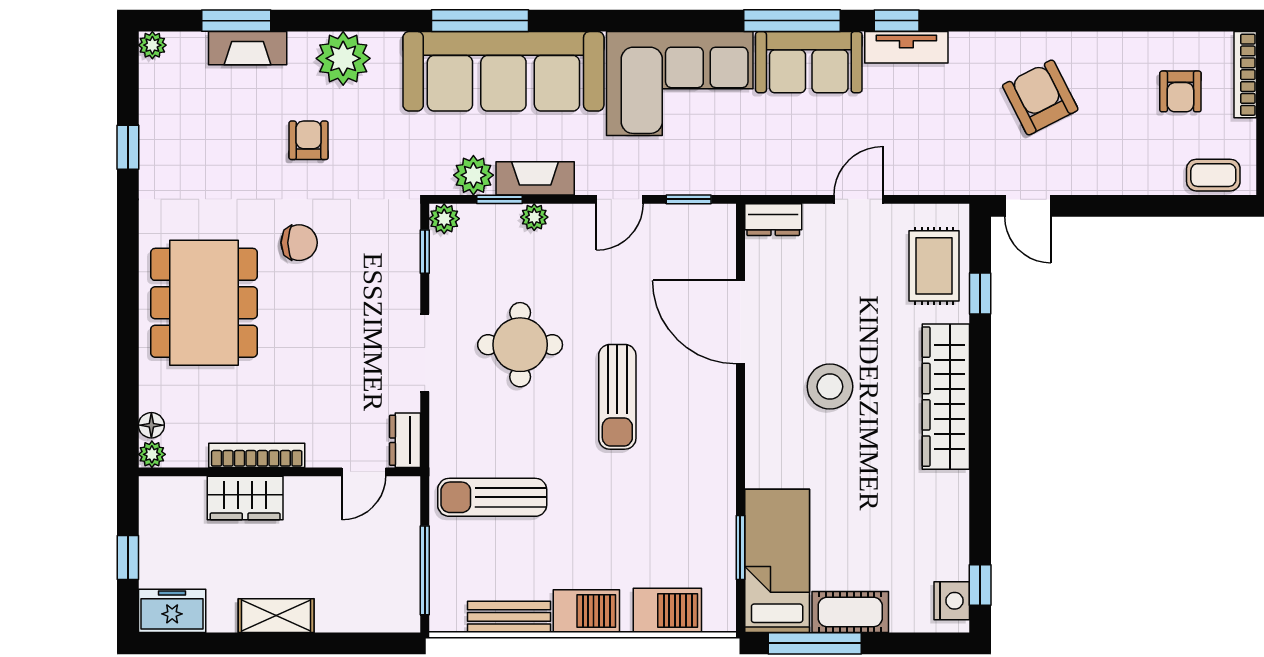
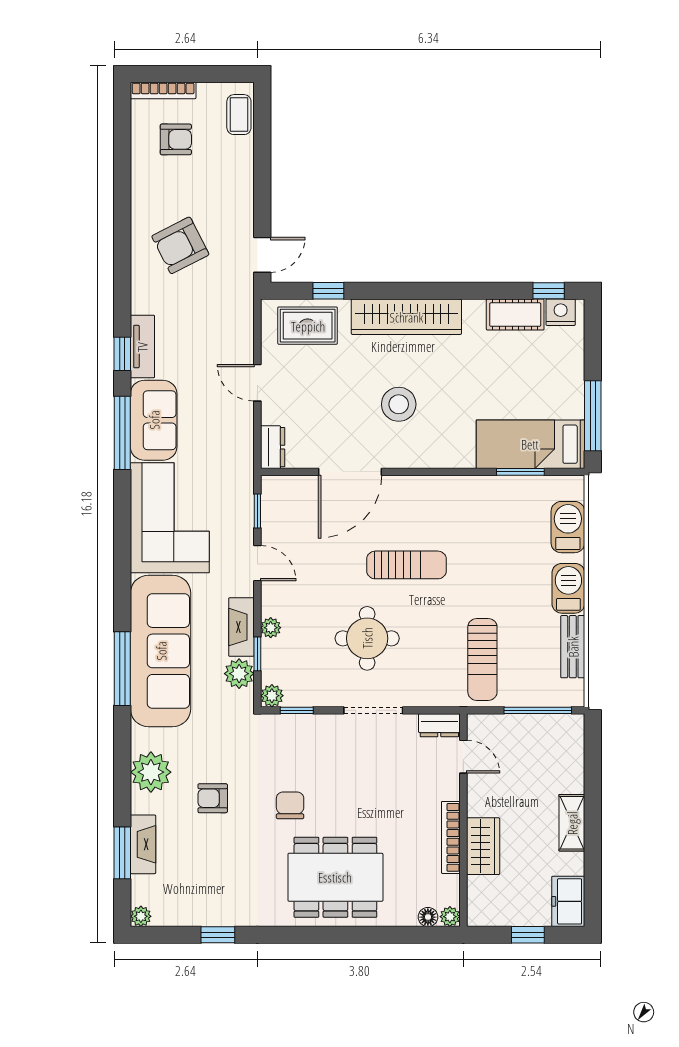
cot: (850, 612) -> (515, 315), moved, turned 90

